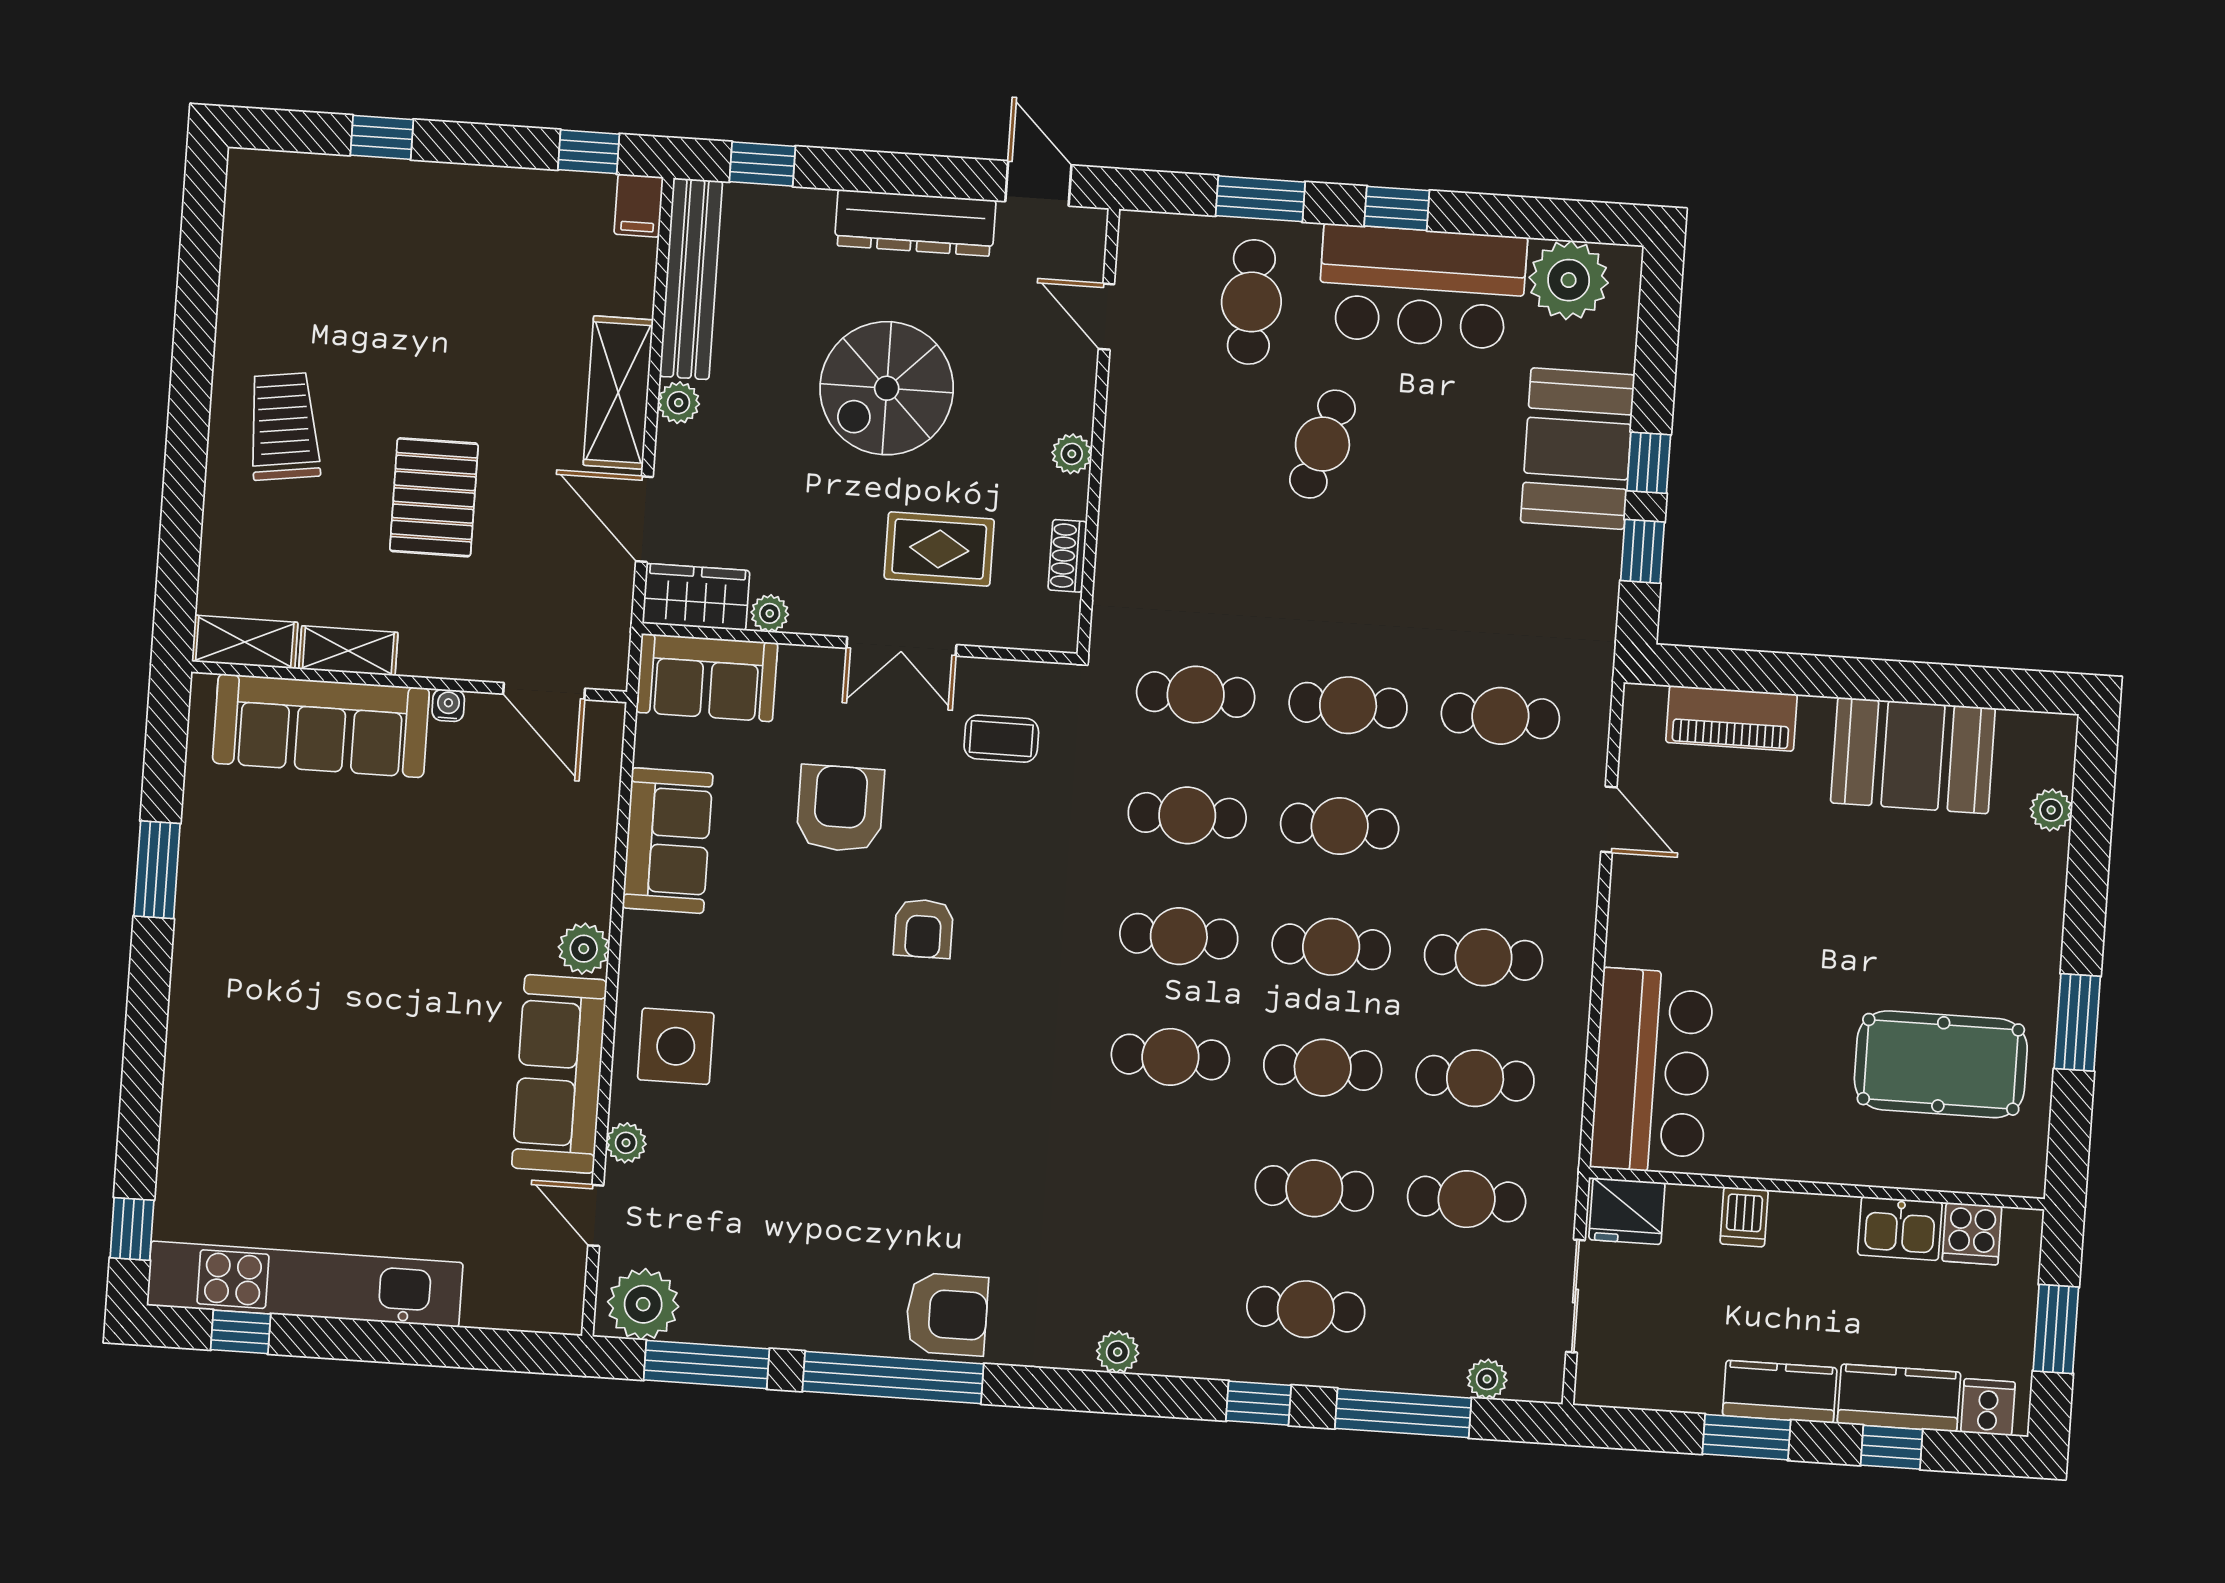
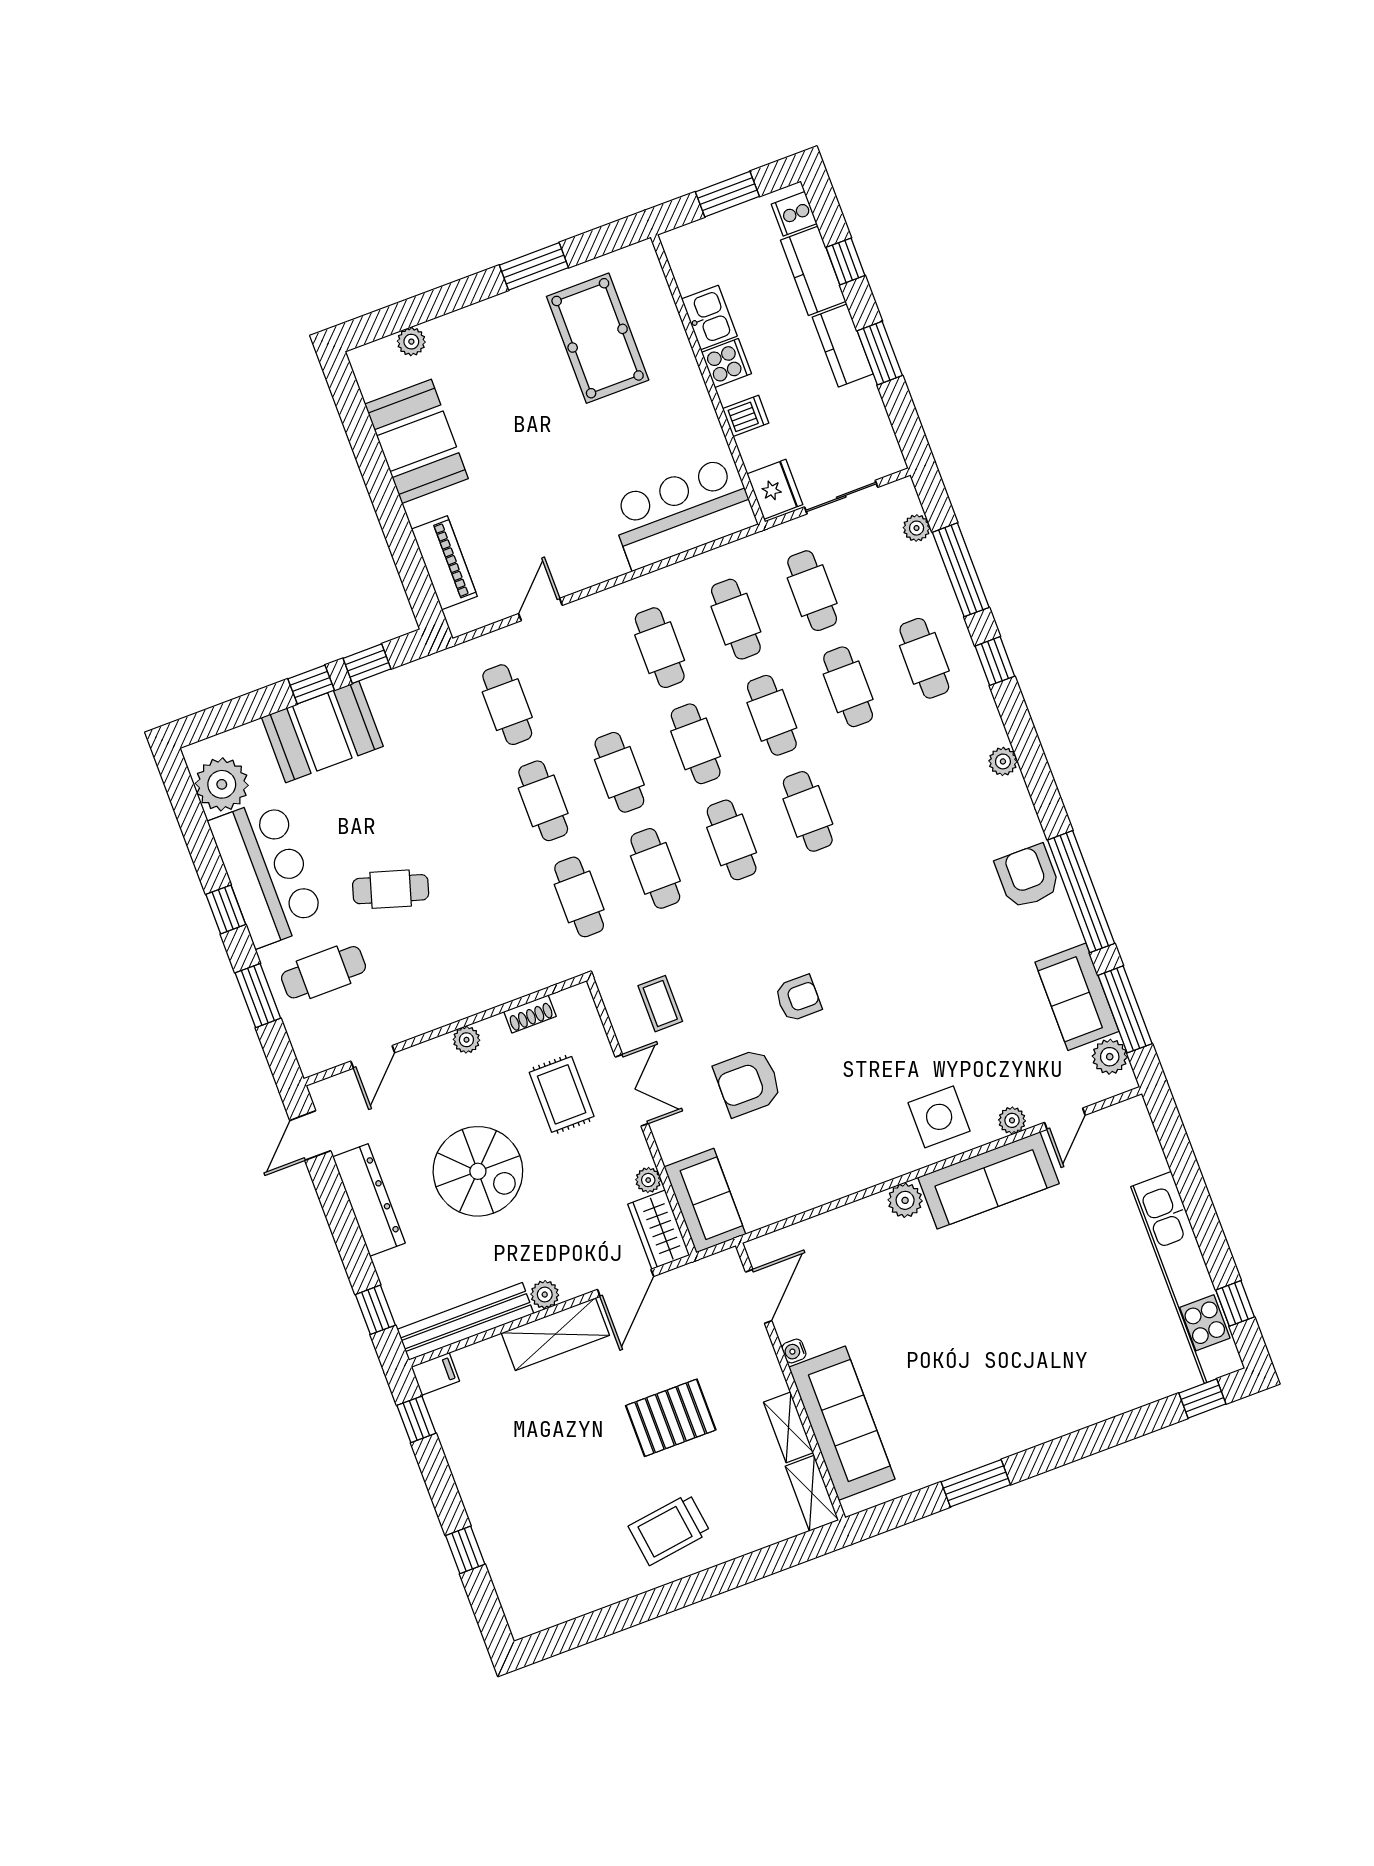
sofa: (668, 841) -> (1077, 997), moved, turned -90
cooker: (1972, 1234) -> (726, 363), moved
plant: (643, 1304) -> (1110, 1057), width x0.73, depth x0.73

